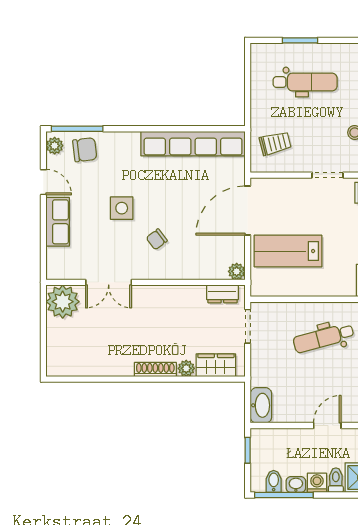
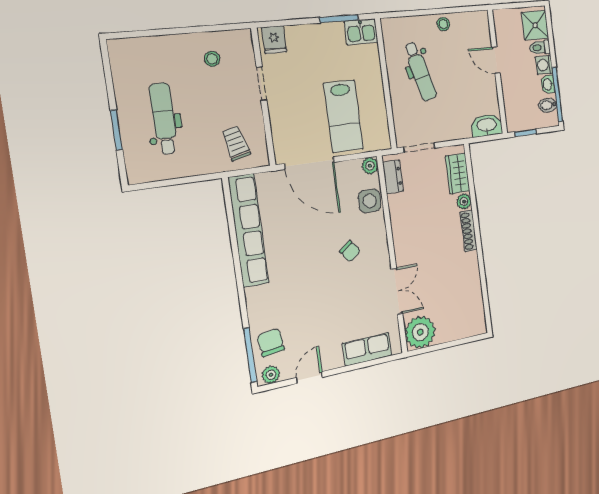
side table: (122, 208) -> (370, 201), moved
row of seats: (58, 222) -> (367, 349), moved

